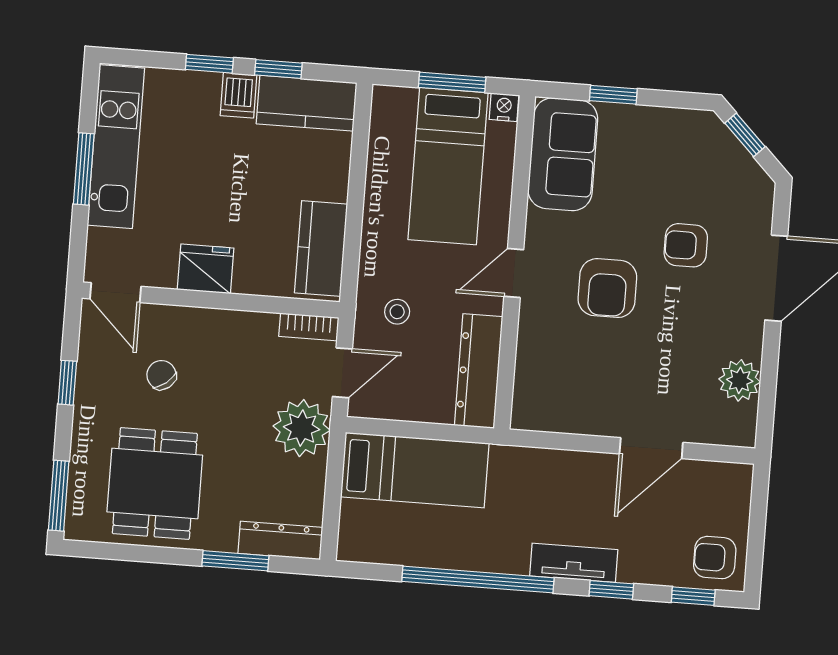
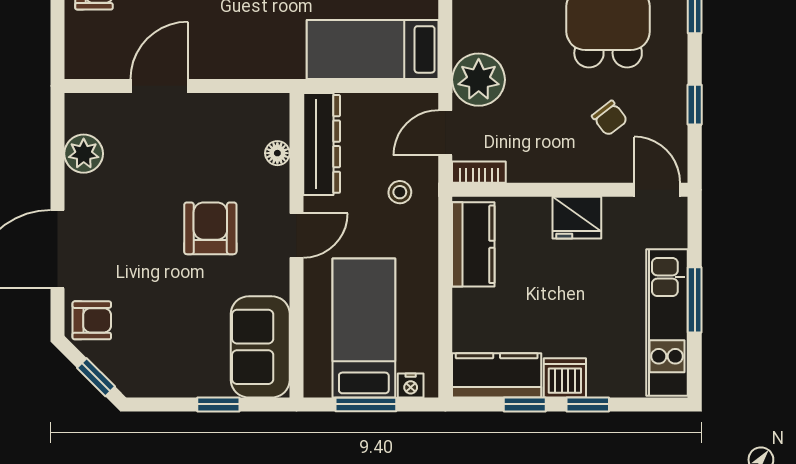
dishwasher: (238, 95) -> (565, 378), width x1.38
nightstand: (504, 107) -> (411, 385), moved
armchair: (686, 245) -> (92, 320), moved
floor lamp: (528, 365) -> (277, 153), added

